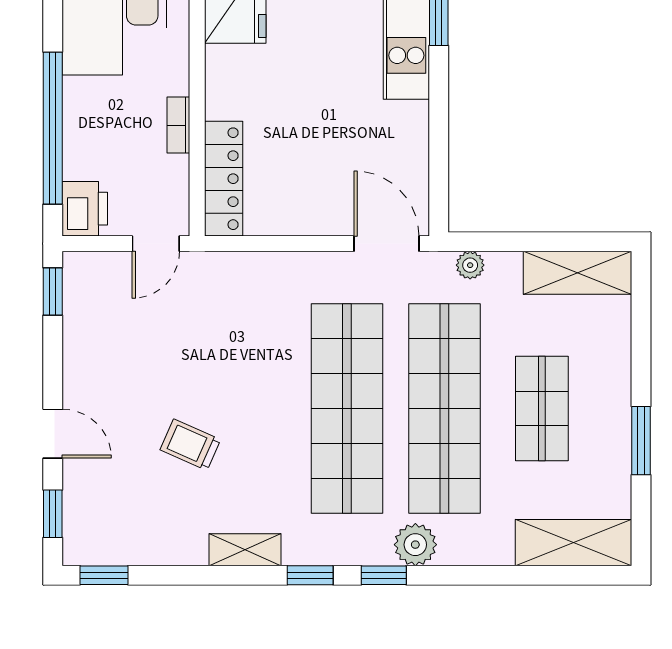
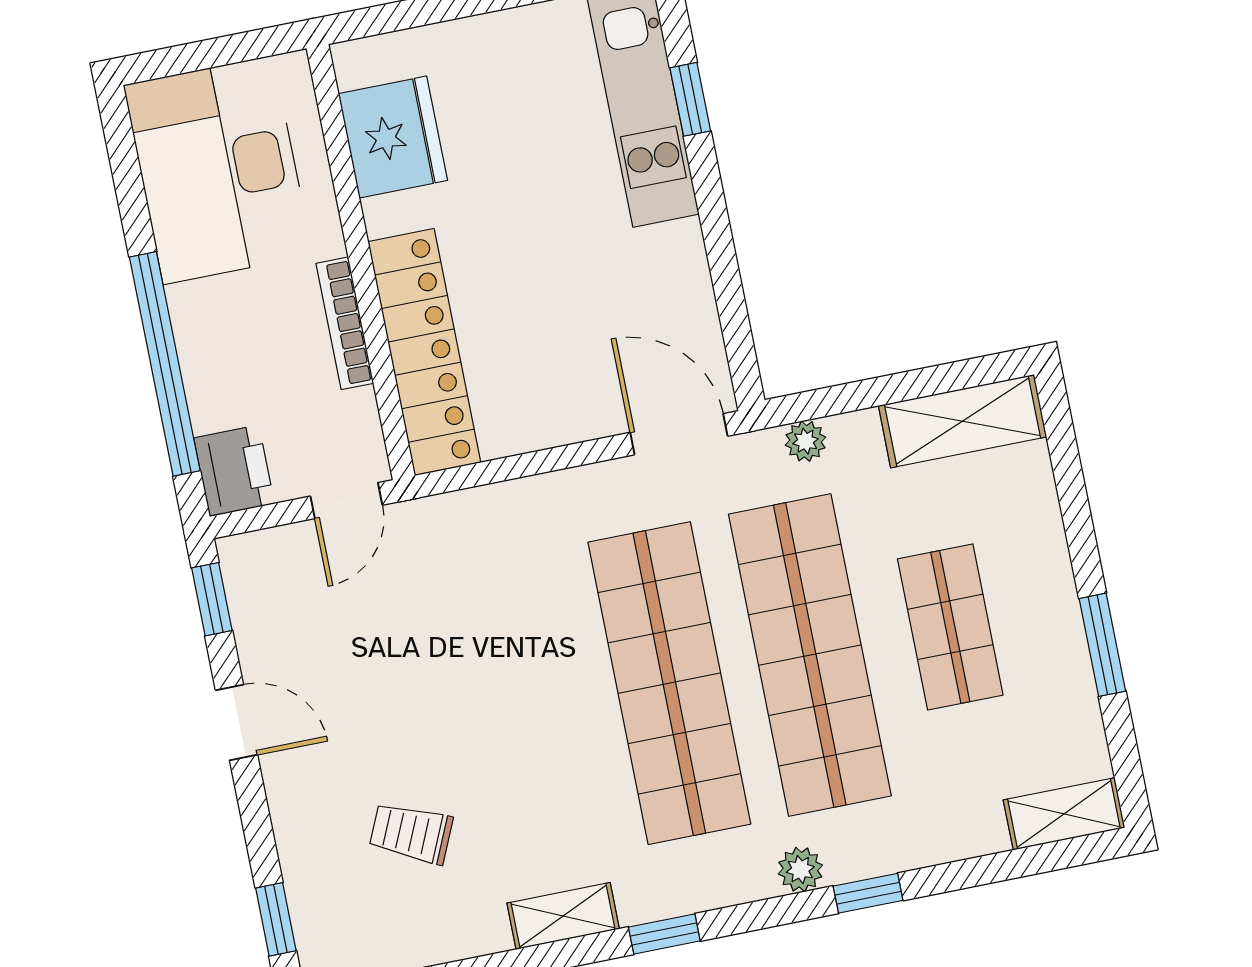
bookcase: (178, 125) -> (345, 323), width x1.56
locker: (224, 179) -> (424, 352), width x1.41, depth x1.21
door: (53, 434) -> (236, 722), moved
trolley: (190, 445) -> (411, 833), moved
shelving: (574, 543) -> (1064, 814), width x0.67, depth x0.75
plant: (415, 545) -> (800, 870), width x0.73, depth x0.73
window: (384, 575) -> (868, 893), moved

